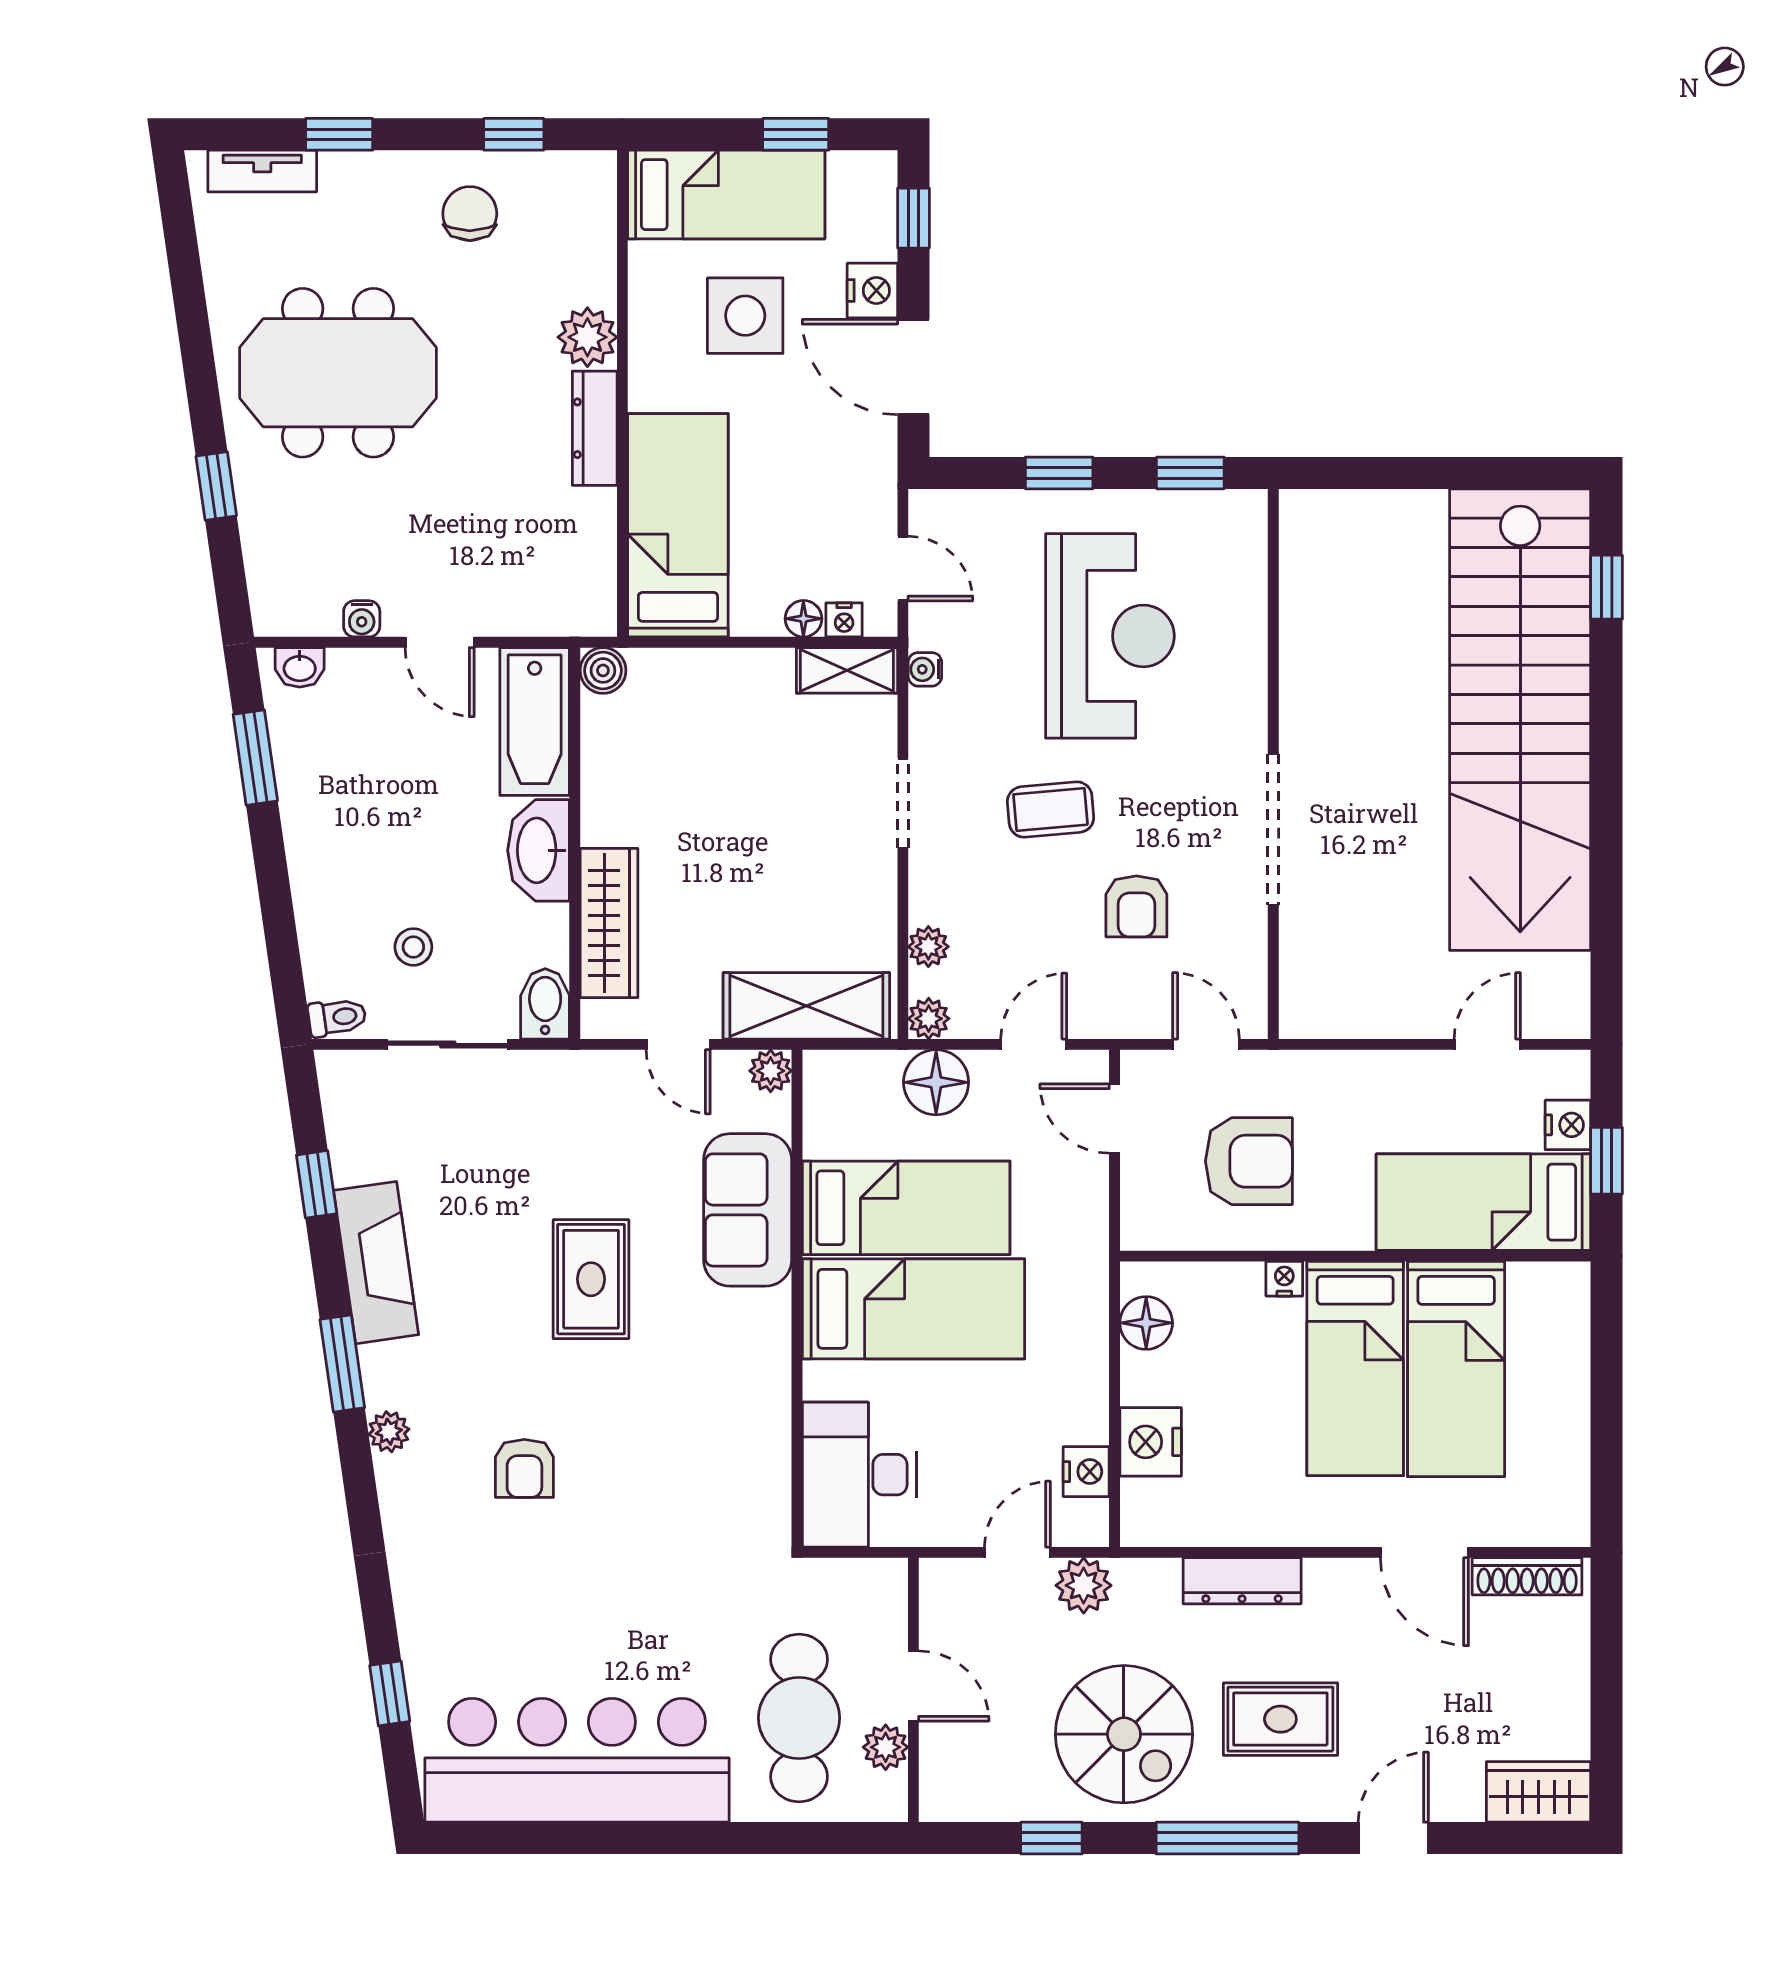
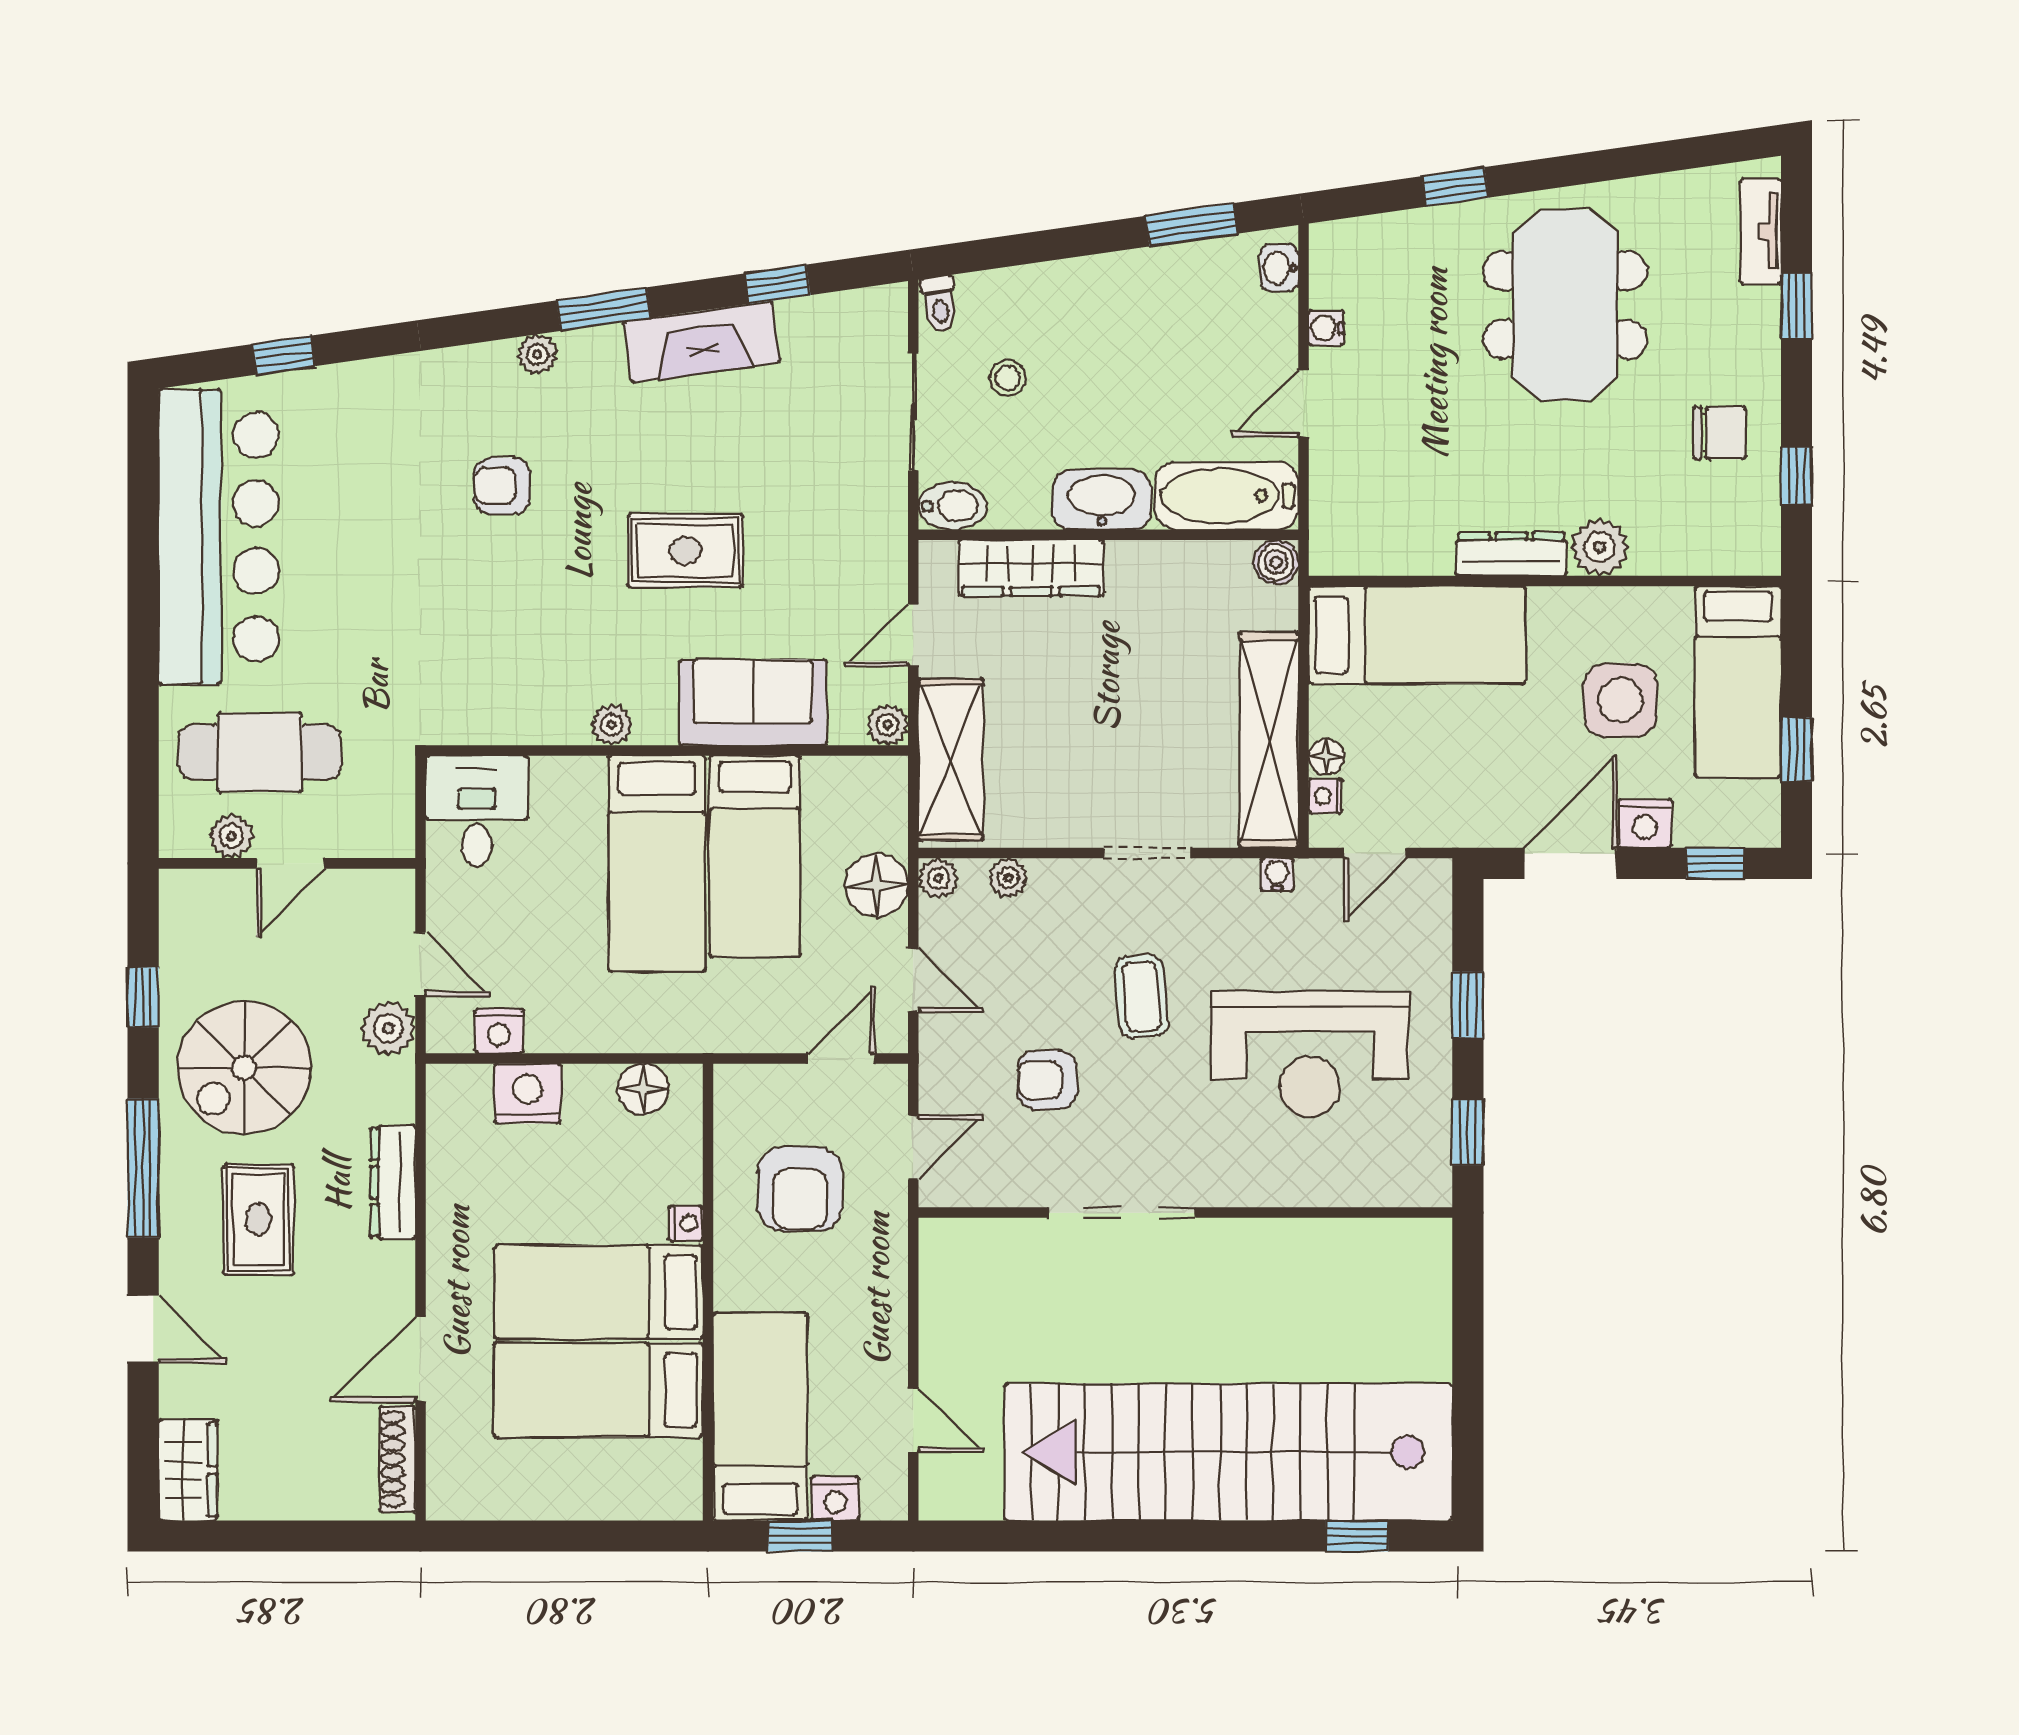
shelving: (847, 670) -> (1269, 740), width x2.20, depth x1.33
plant: (771, 1355) -> (612, 725), added
desk: (859, 1475) -> (477, 811), width x0.73

